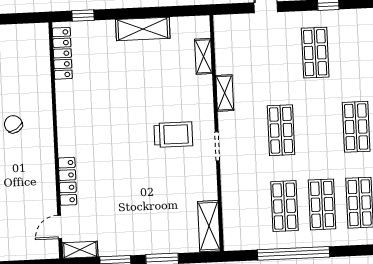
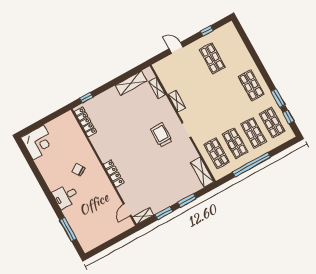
shelving: (143, 29) -> (131, 83), moved
shop shelf: (281, 130) -> (217, 153), moved
trolley: (173, 135) -> (161, 135), turned -90
locker: (68, 181) -> (114, 173), moved

